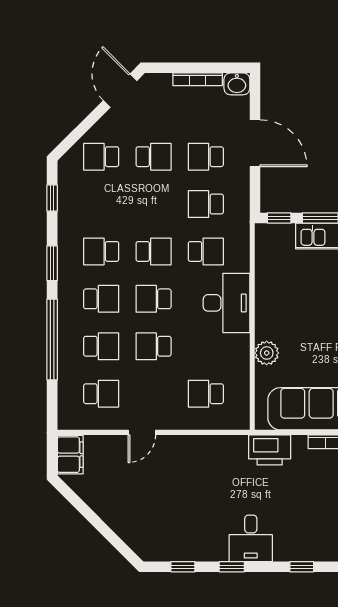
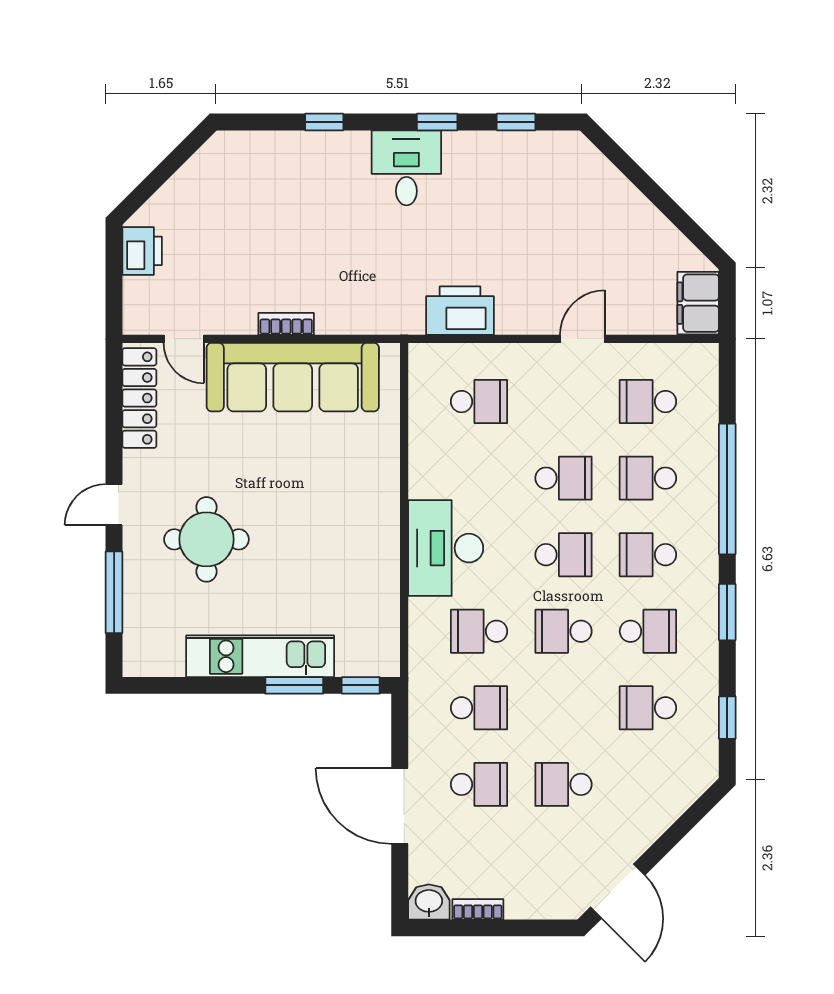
bookcase: (198, 79) -> (478, 909), width x0.64
school desk: (101, 157) -> (648, 708), moved, turned 180
plant: (267, 353) -> (381, 467), removed
printer: (270, 450) -> (460, 311), moved

